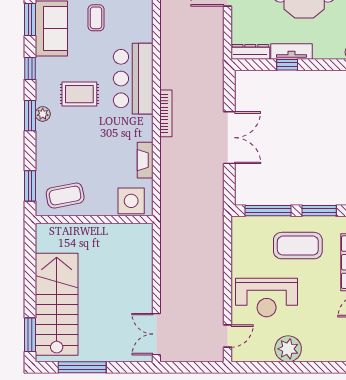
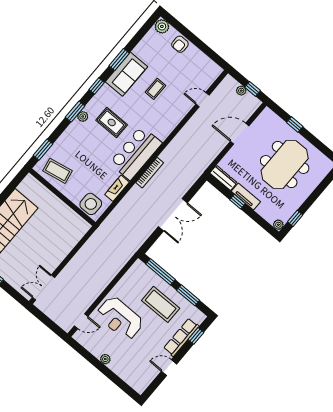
bar counter: (133, 79) -> (136, 153), moved
plant: (288, 349) -> (105, 359), width x0.53, depth x0.53

